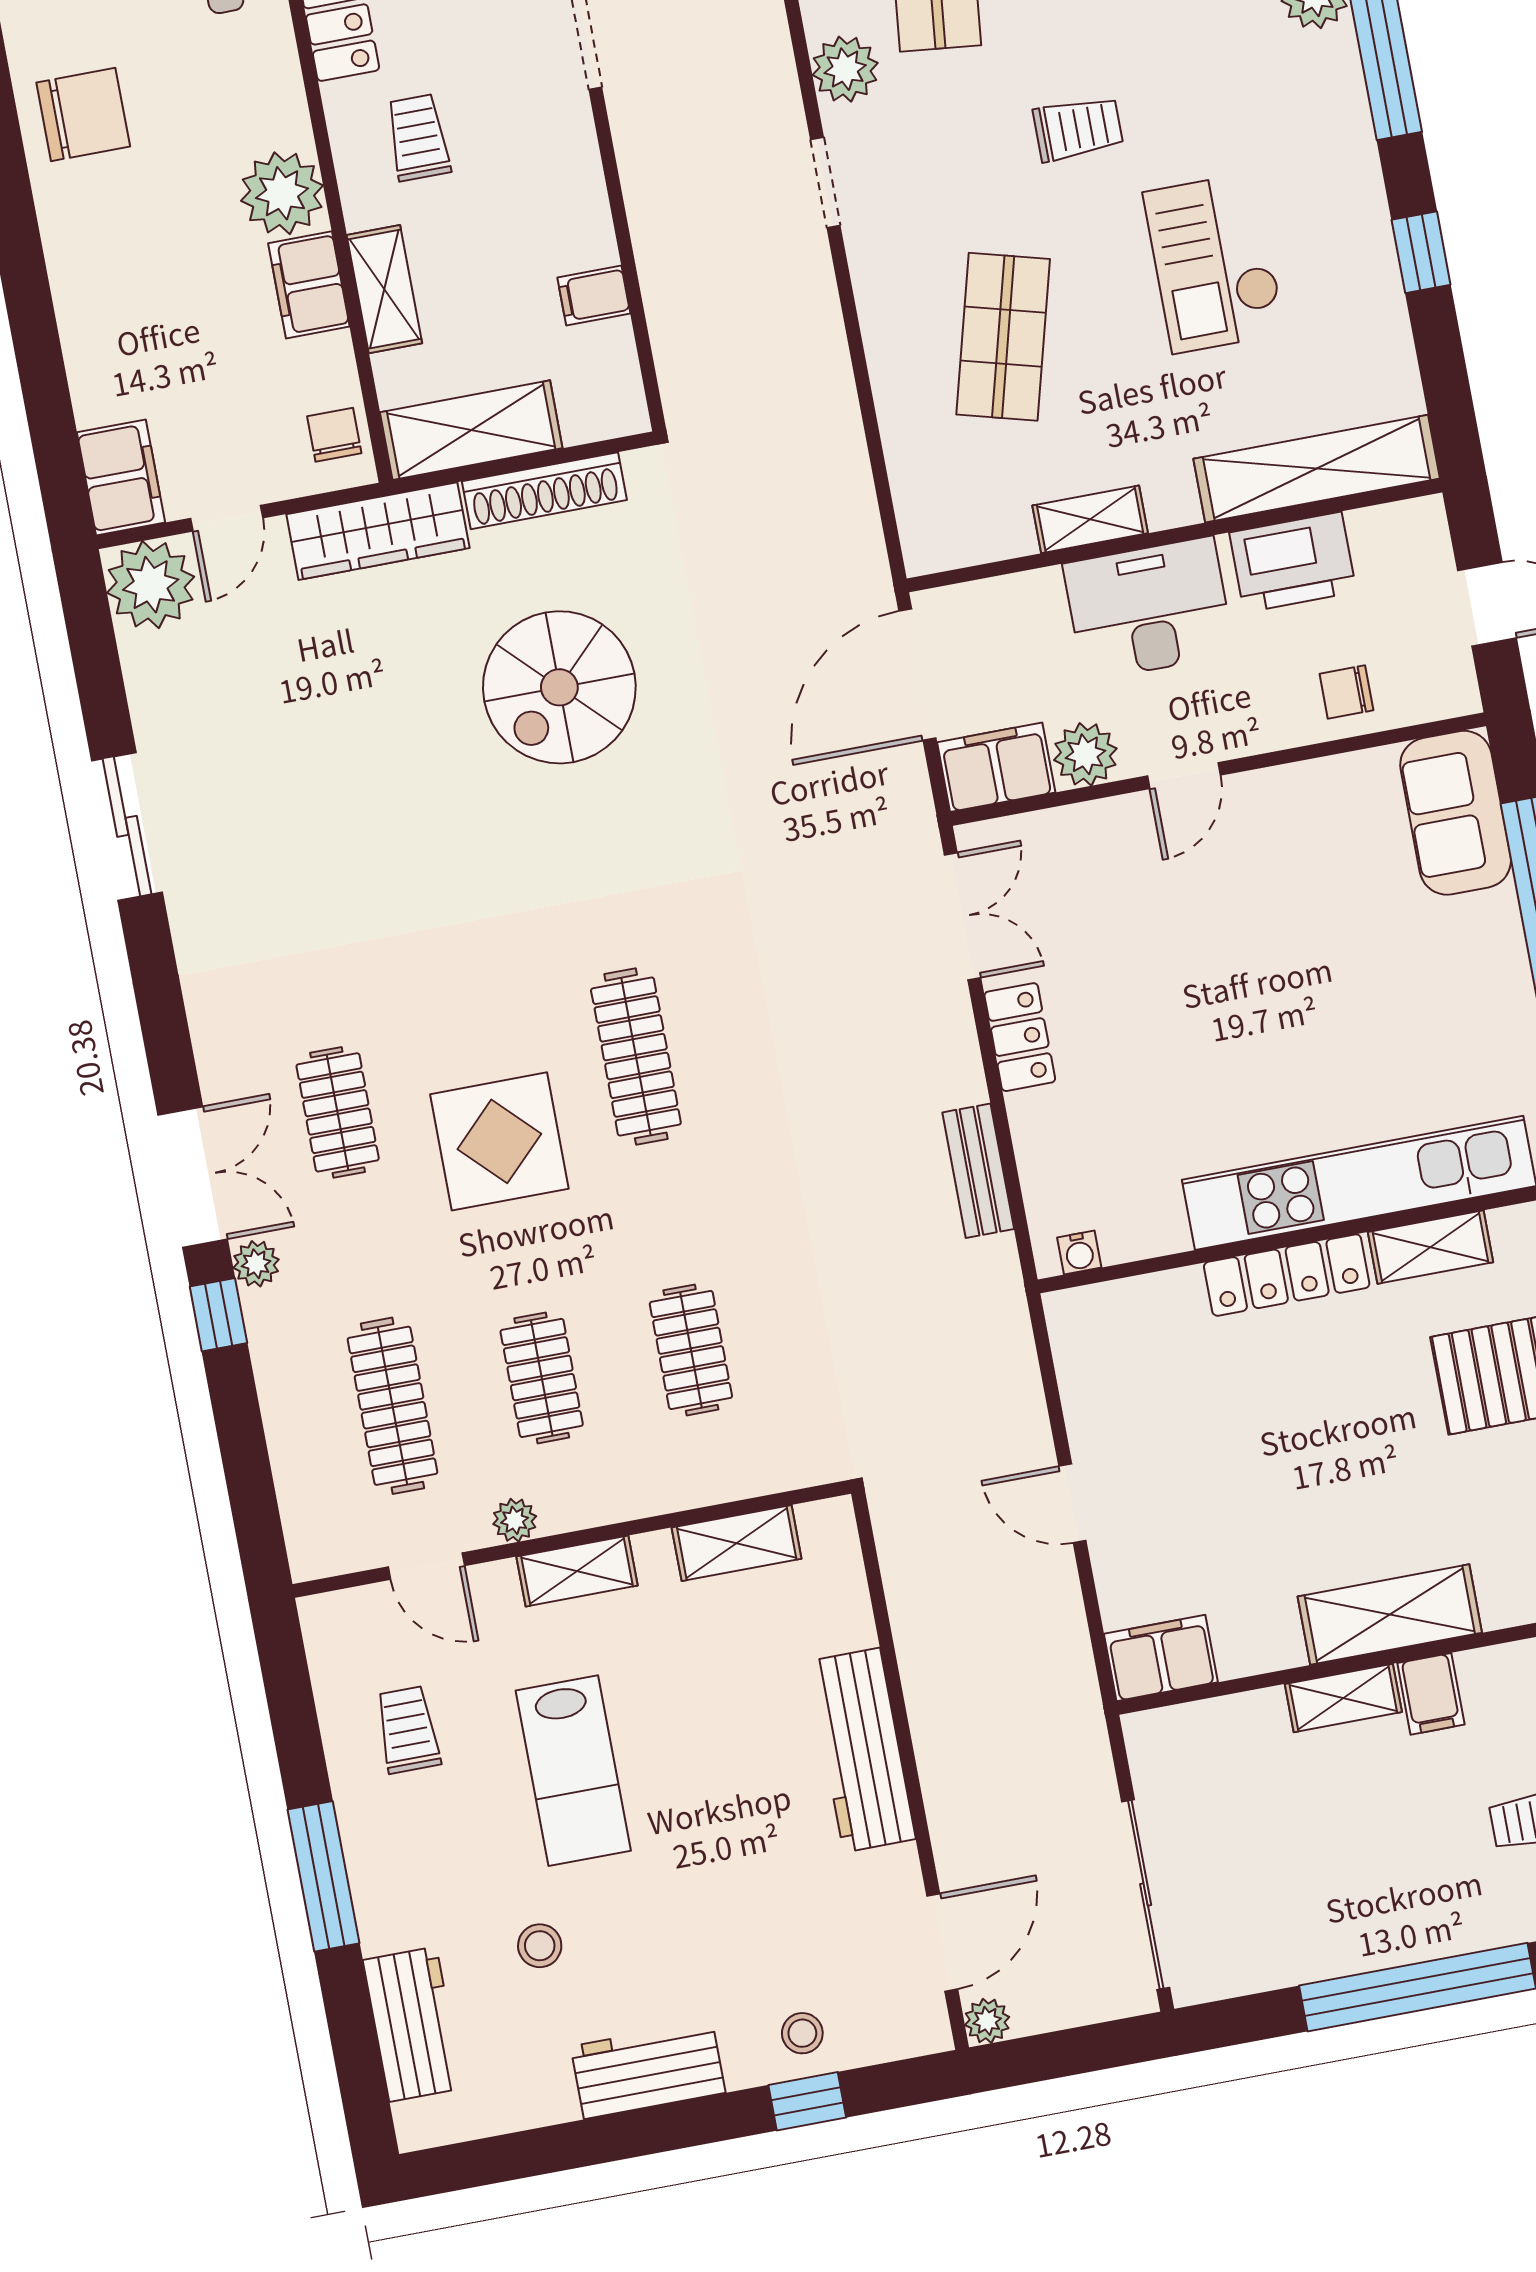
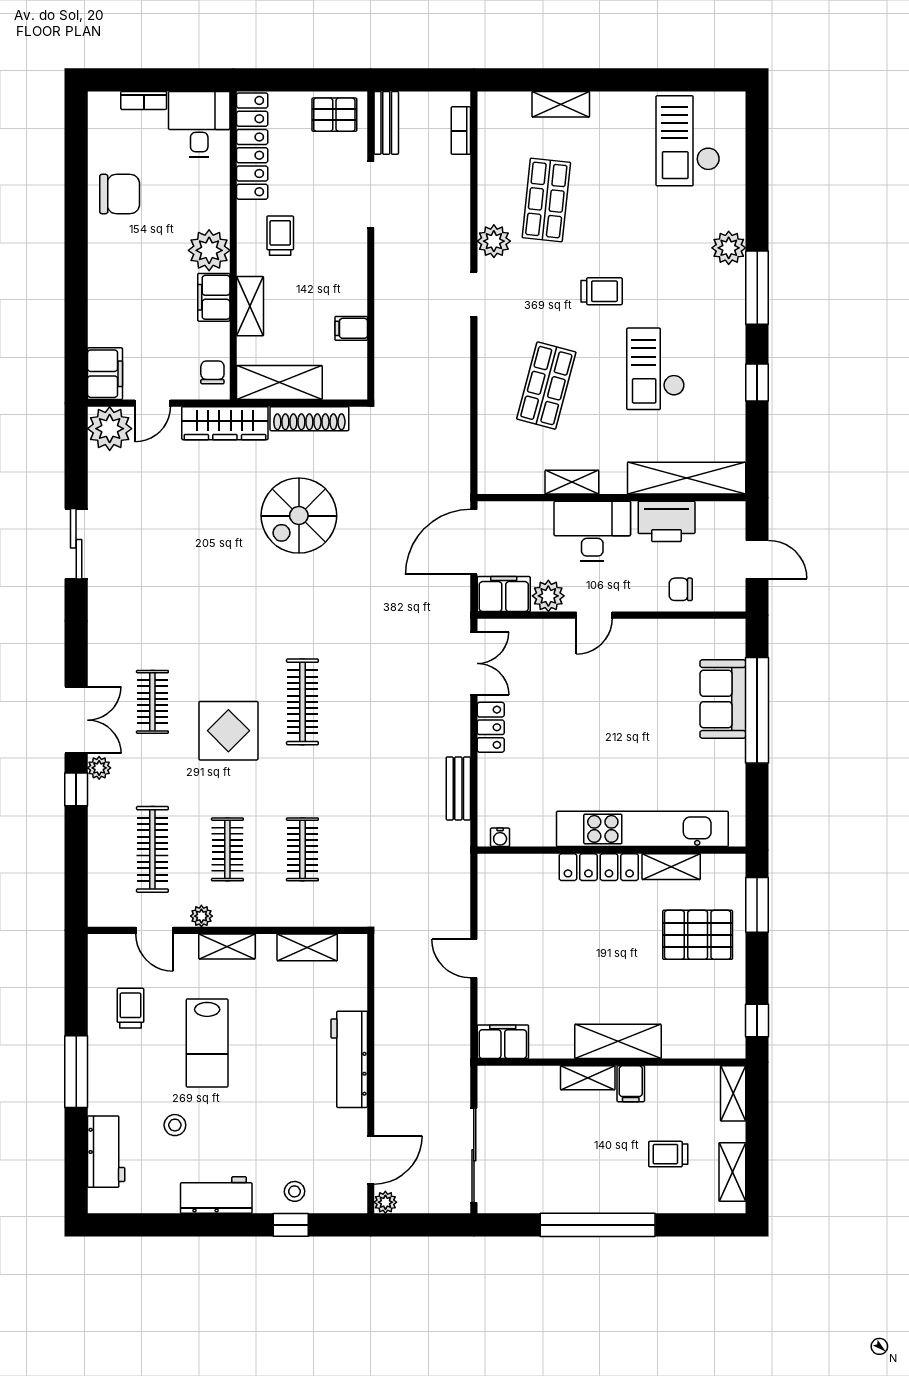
sofa: (1456, 813) -> (723, 699), moved

